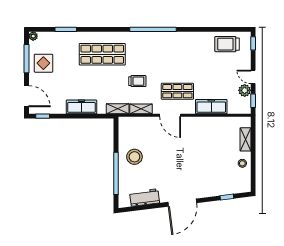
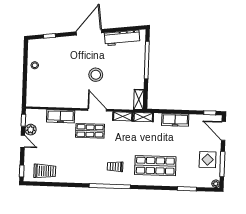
trolley: (137, 81) -> (115, 167), moved
shelving: (246, 139) -> (139, 100), moved
stool: (134, 157) -> (96, 75), moved
workbench: (145, 197) -> (122, 38), width x1.38

